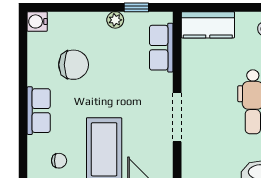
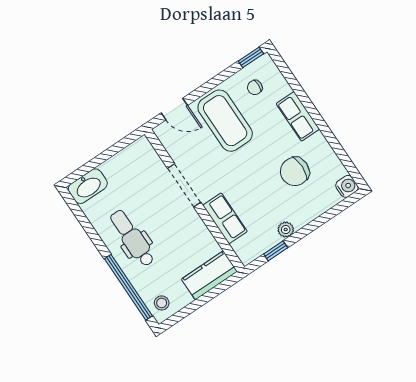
row of seats: (161, 48) -> (225, 218), moved

